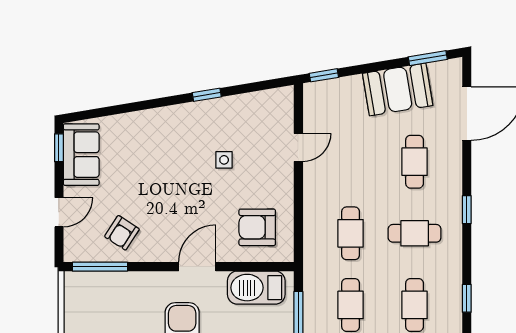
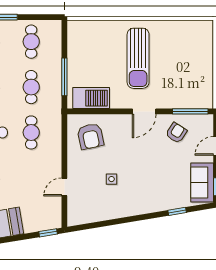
window: (207, 95) -> (177, 211), moved
armchair: (257, 227) -> (90, 136), turned 78
door: (197, 267) -> (144, 111), moved

